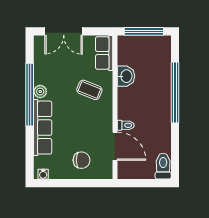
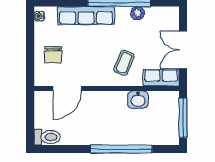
double door: (64, 31) -> (183, 50), moved
plant: (40, 92) -> (137, 13), moved
toilet: (126, 125) -> (88, 99), removed

